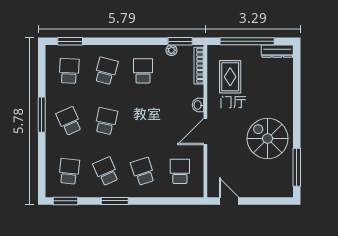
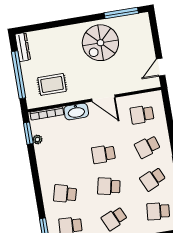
school desk: (143, 71) -> (104, 154), moved
washbasin: (198, 105) -> (76, 112), width x1.91, depth x1.45

